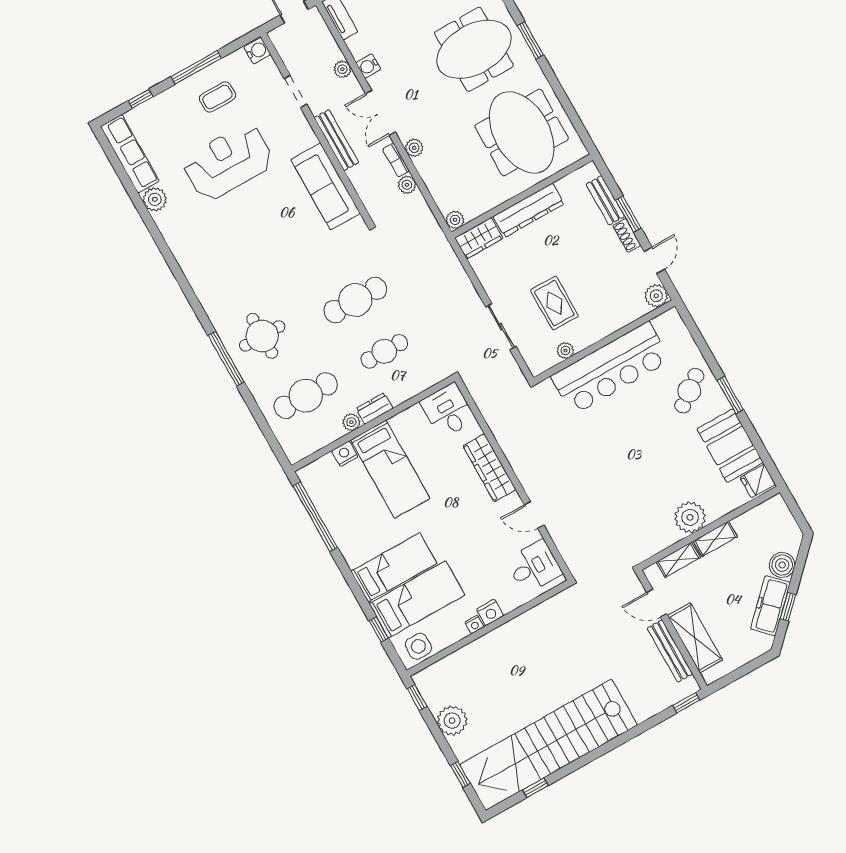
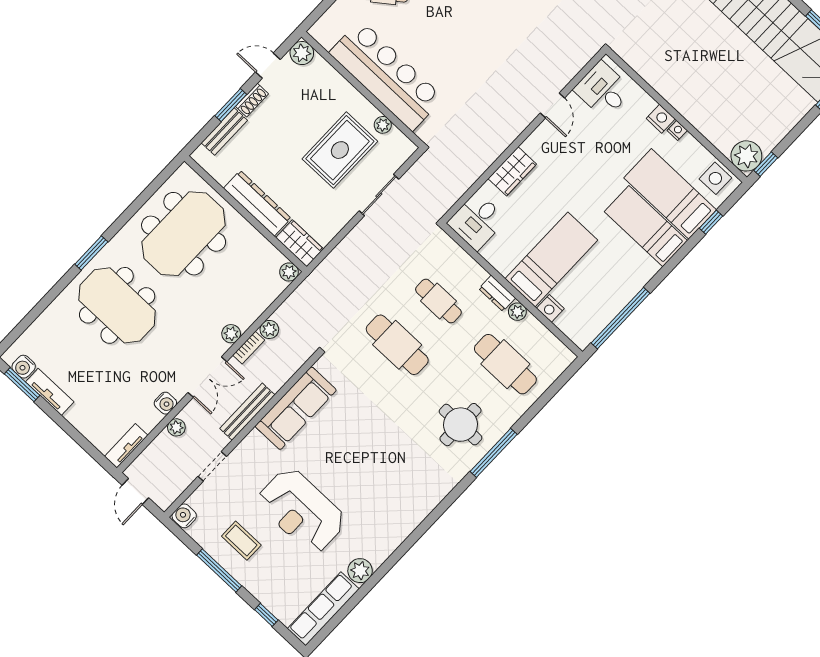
rug: (554, 303) -> (340, 150), width x1.36, depth x1.43
wardrobe: (489, 468) -> (512, 171), width x0.67
plant: (452, 721) -> (746, 156), moved

